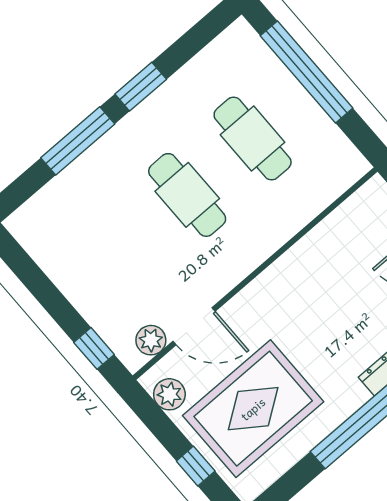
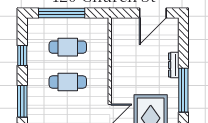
window: (141, 87) -> (22, 55), moved

